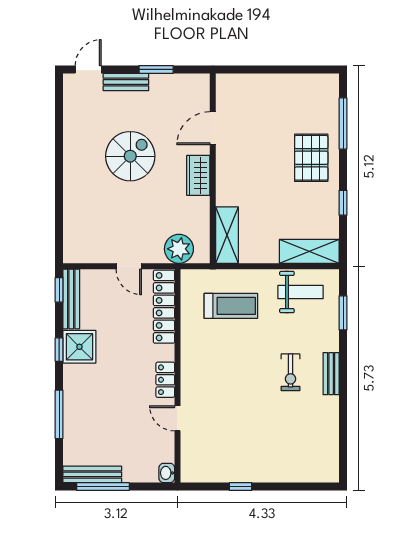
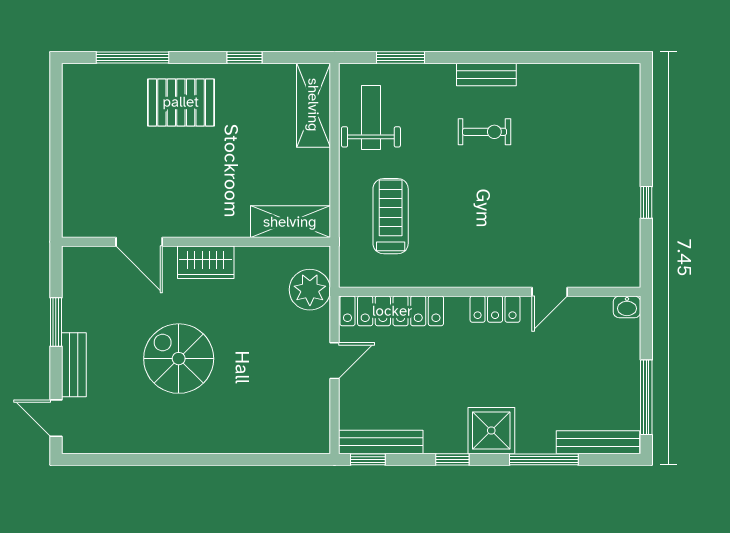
shower: (79, 347) -> (491, 431), moved
bench: (92, 474) -> (598, 442), moved, turned 90

